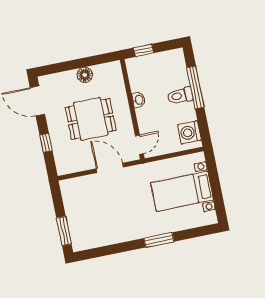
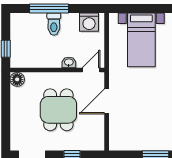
floor lamp: (85, 75) -> (17, 79), moved
washbasin: (139, 100) -> (69, 62), moved
door: (139, 145) -> (91, 70), hinge flipped

